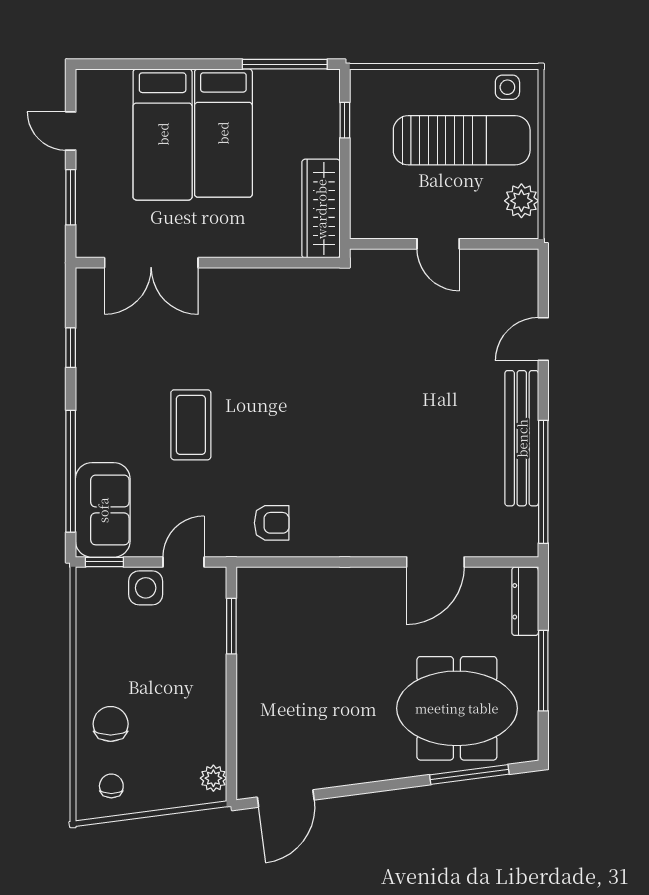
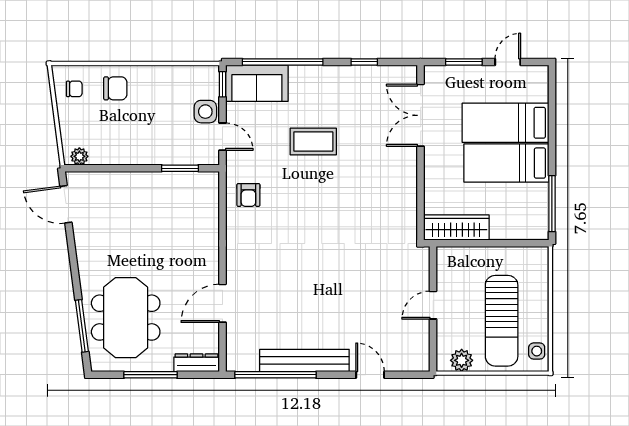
window: (345, 120) -> (515, 243), removed
door: (435, 562) -> (222, 303), hinge flipped

